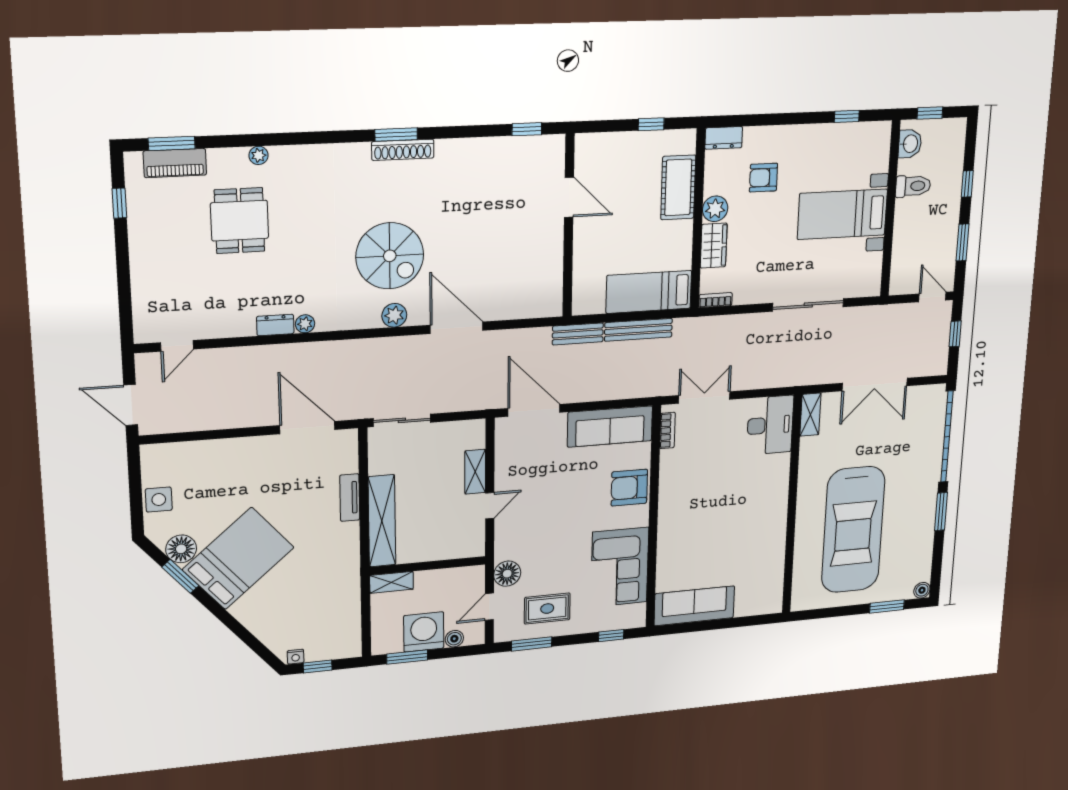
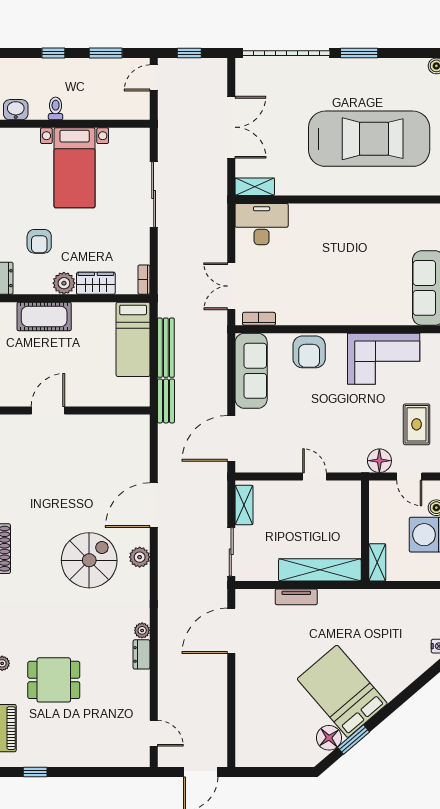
toilet: (913, 186) -> (56, 108), width x0.73, depth x0.72
shelving: (475, 472) -> (244, 505), moved, turned 90
side table: (159, 500) -> (284, 754), removed

